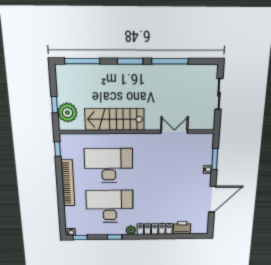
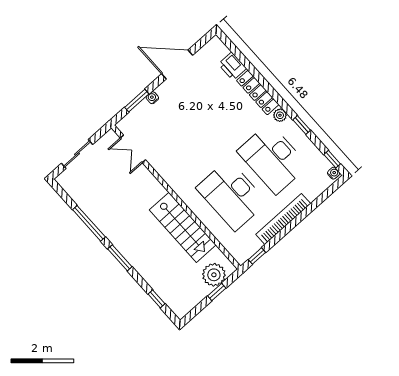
window: (82, 61) -> (157, 299), width x0.46
double door: (174, 132) -> (133, 149), moved

